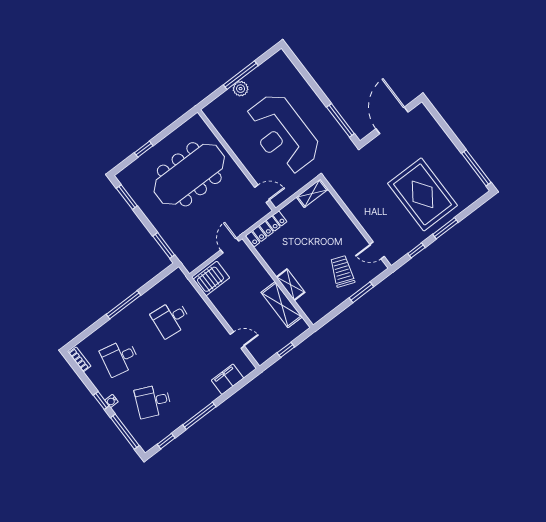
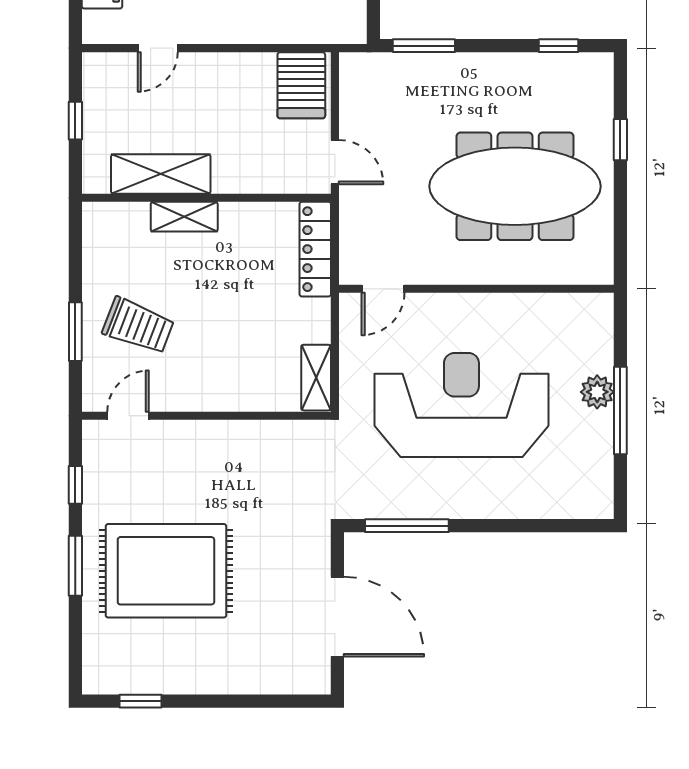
window: (476, 168) -> (141, 701), width x0.46
meeting table: (189, 174) -> (515, 186), turned 90
window: (127, 197) -> (559, 46), width x0.67

